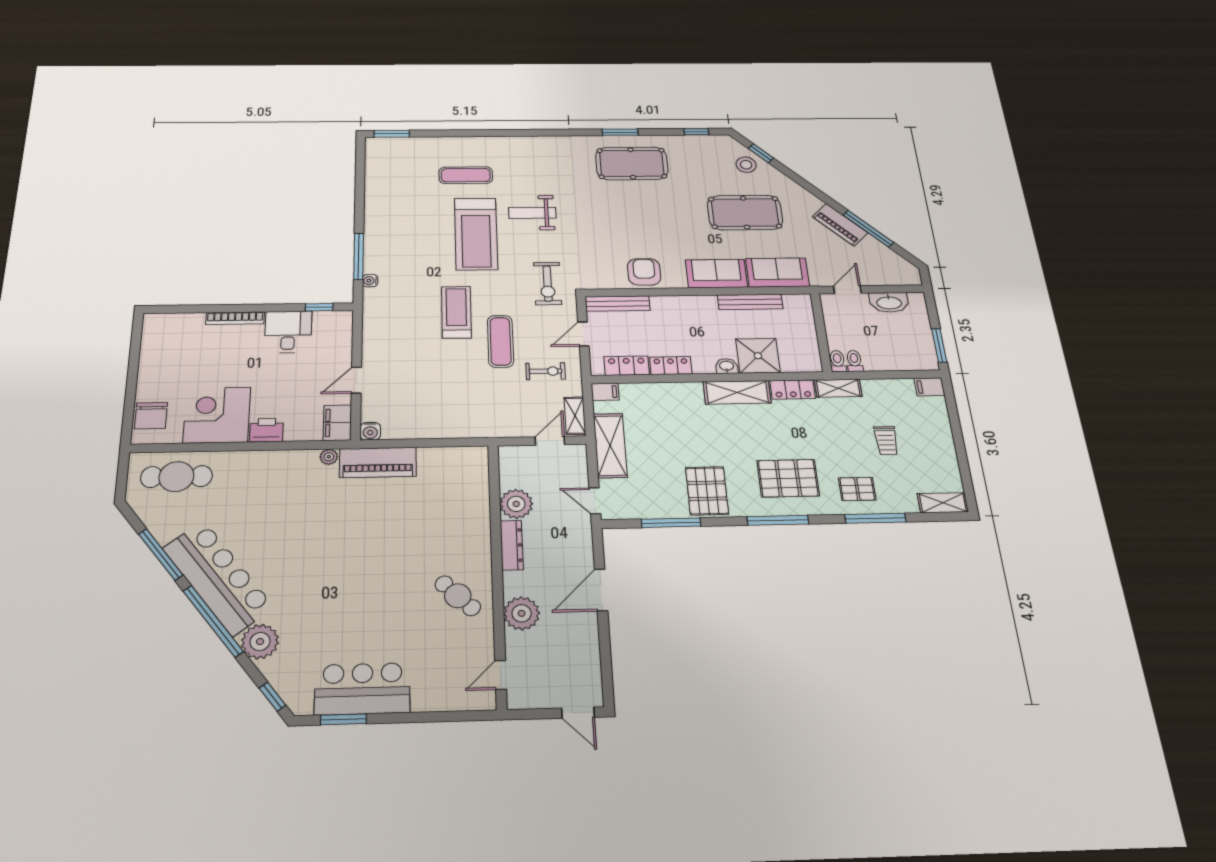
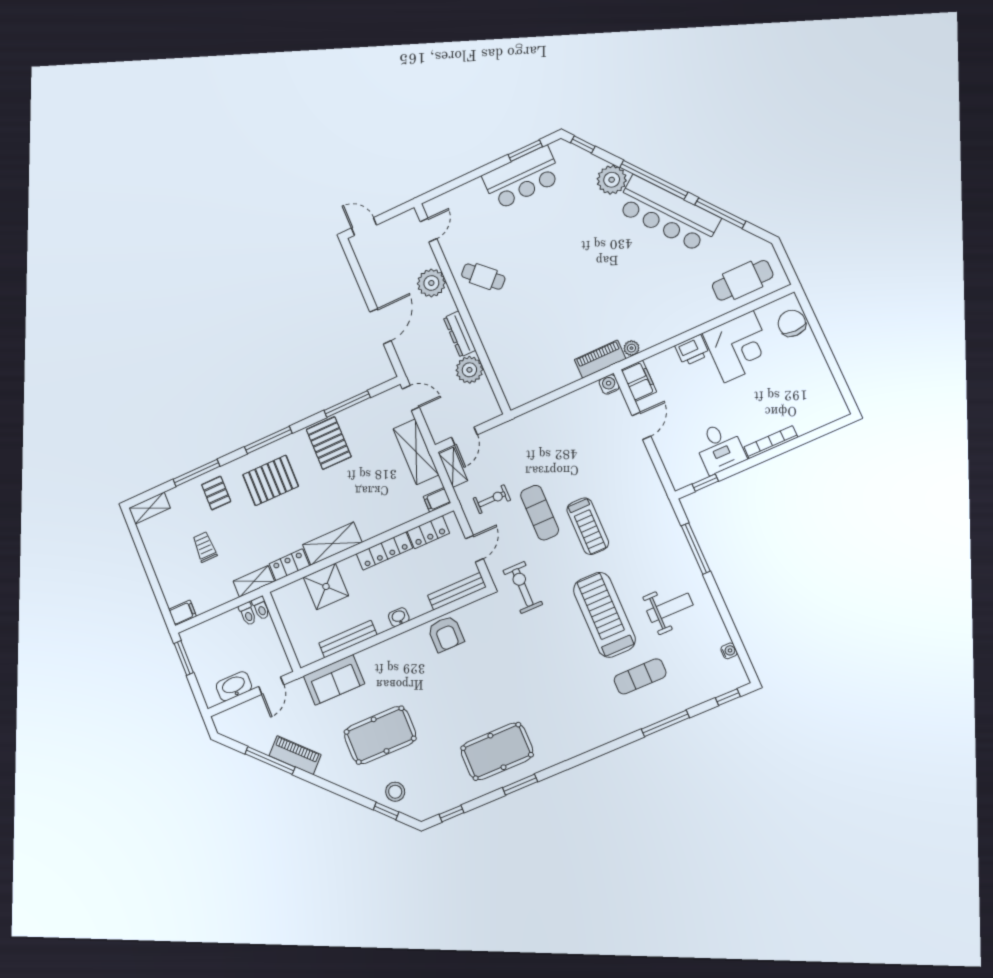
window: (460, 133) -> (665, 723), added
window: (392, 134) -> (728, 697), width x0.67
weight bench: (532, 213) -> (670, 608), moved
sofa: (716, 274) -> (385, 657), removed
water cooler: (370, 281) -> (729, 651), moved
locker: (671, 366) -> (384, 551), width x1.53
washbasin: (727, 366) -> (399, 617), moved, turned 180
exercise bike: (545, 371) -> (492, 499), turned 180
piano: (378, 462) -> (600, 359), width x0.73, depth x0.75
pallet: (857, 489) -> (216, 493), turned 90

